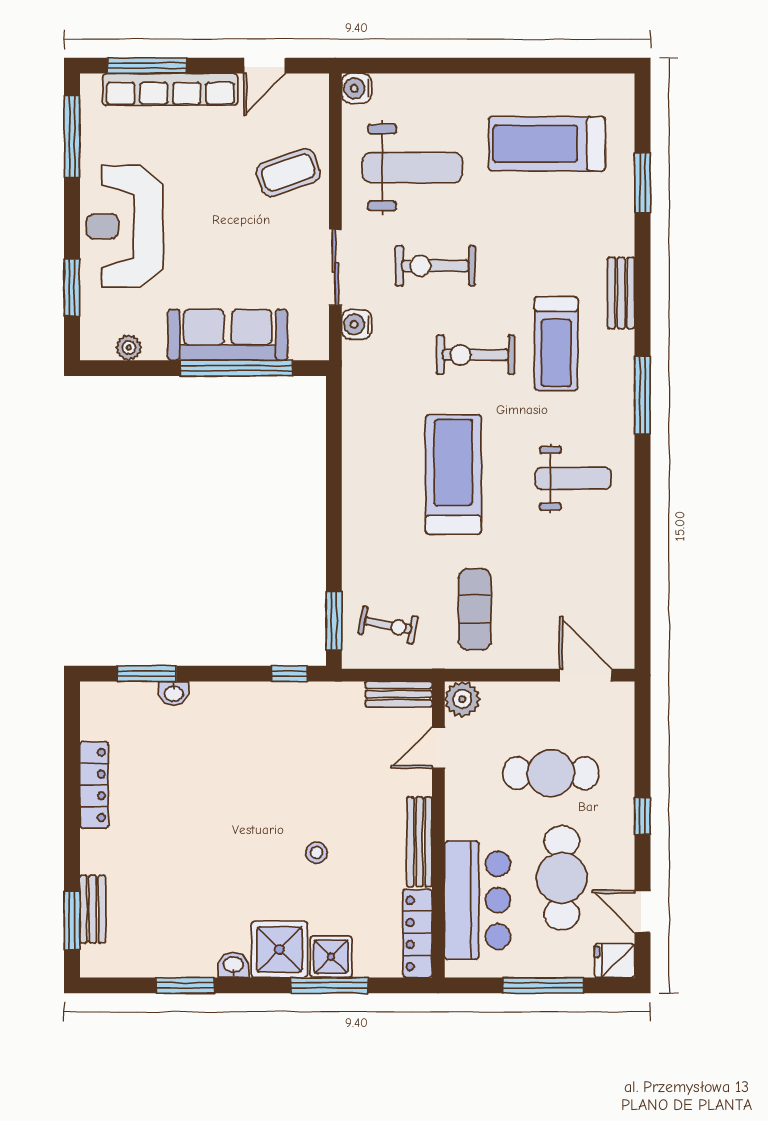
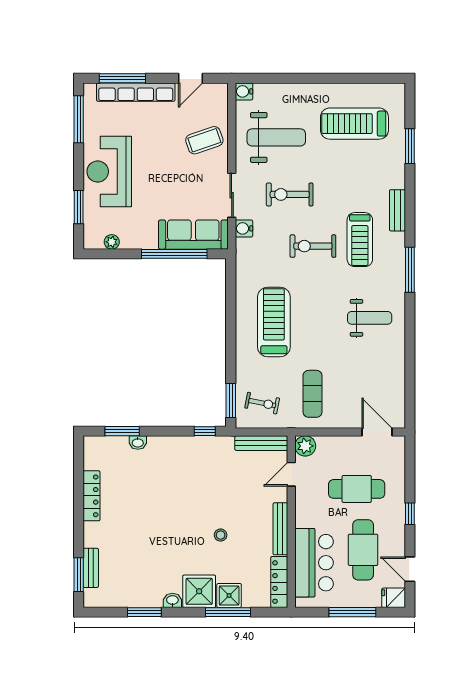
sofa: (228, 335) -> (193, 235), moved
treadmill: (453, 474) -> (274, 322), moved
bench: (399, 694) -> (261, 443), width x1.36

